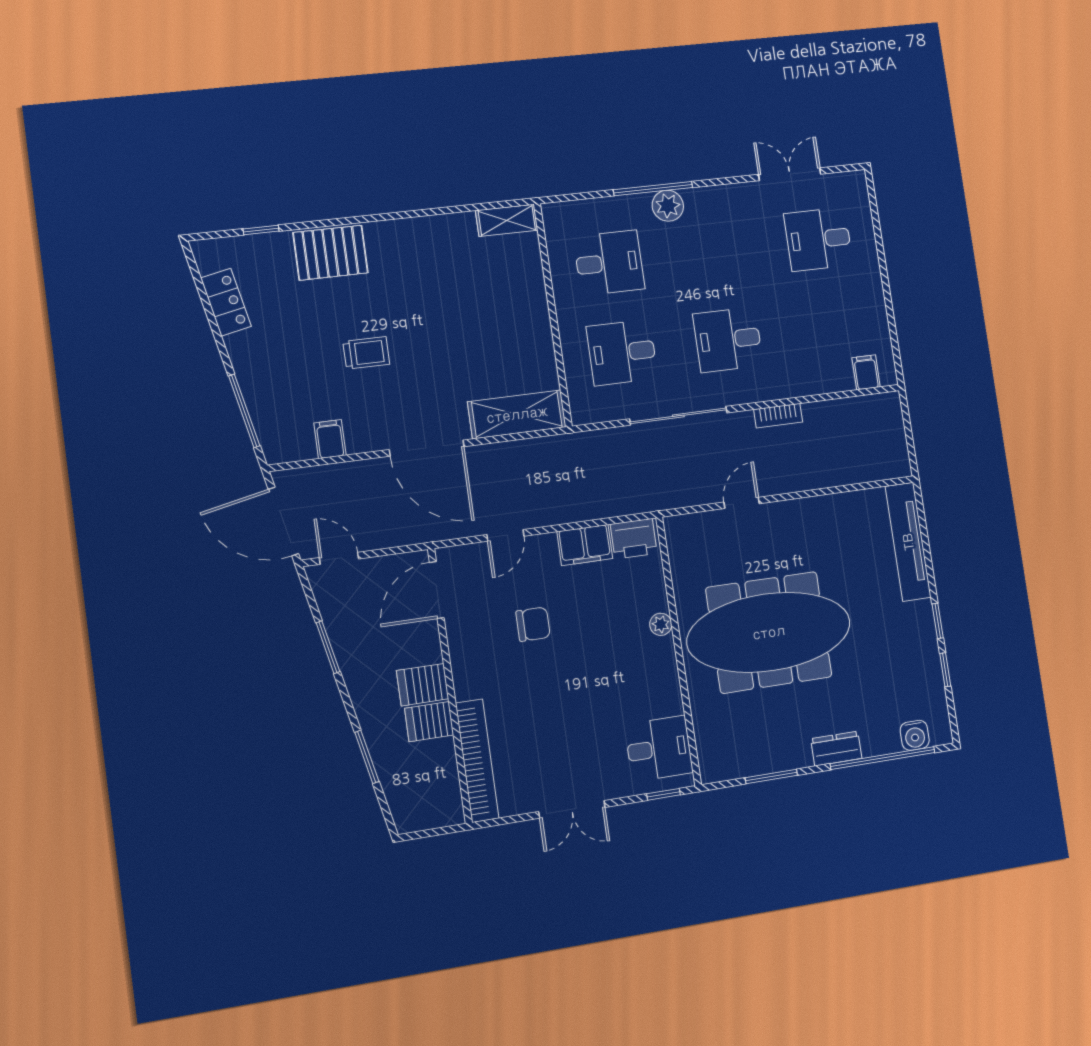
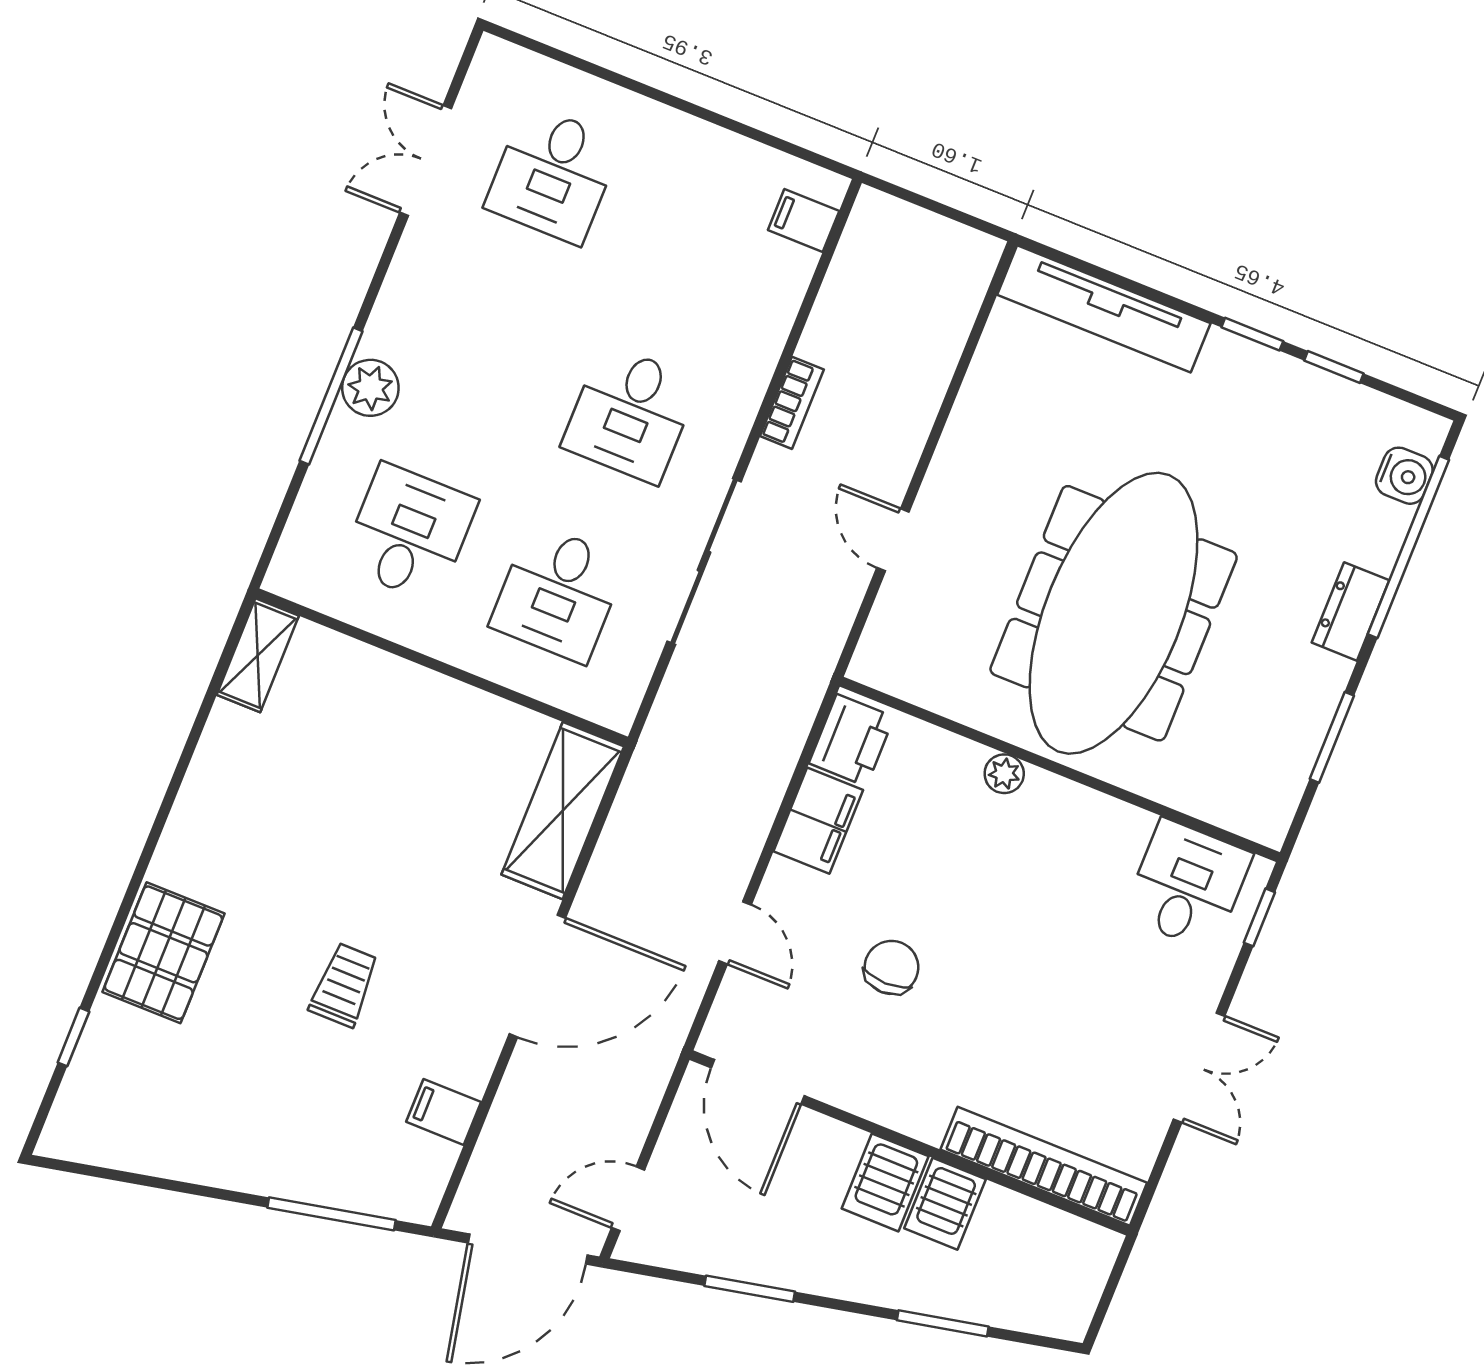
locker: (226, 302) -> (154, 1150), removed

